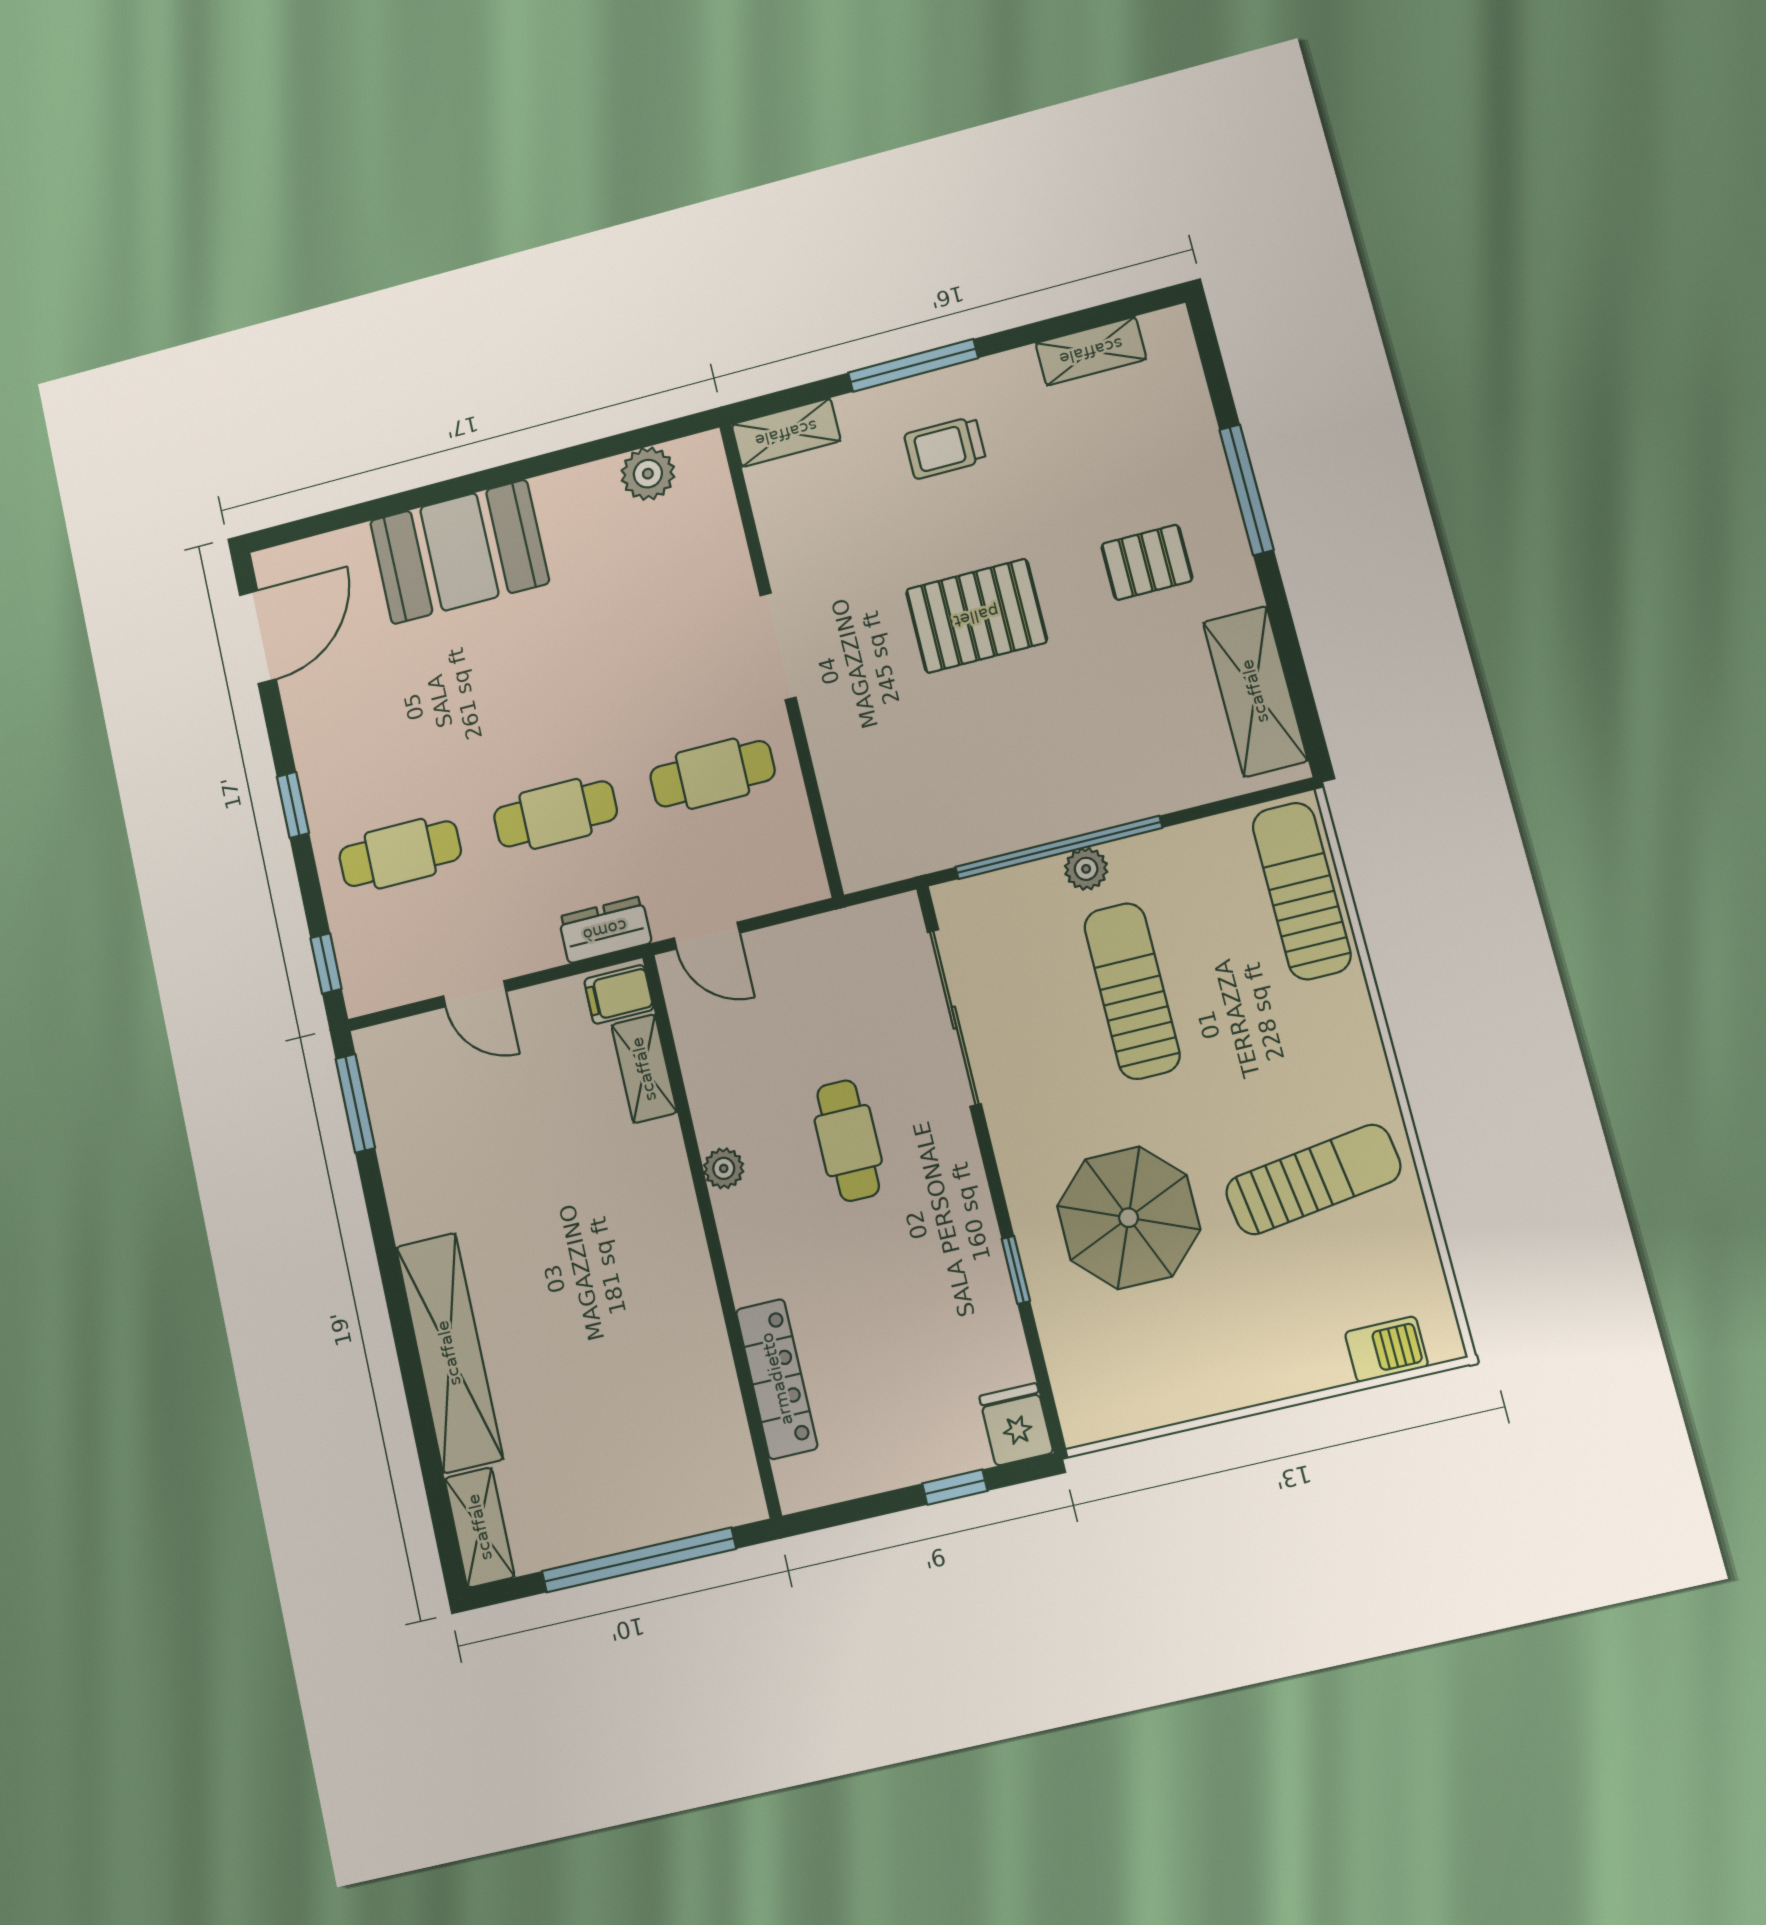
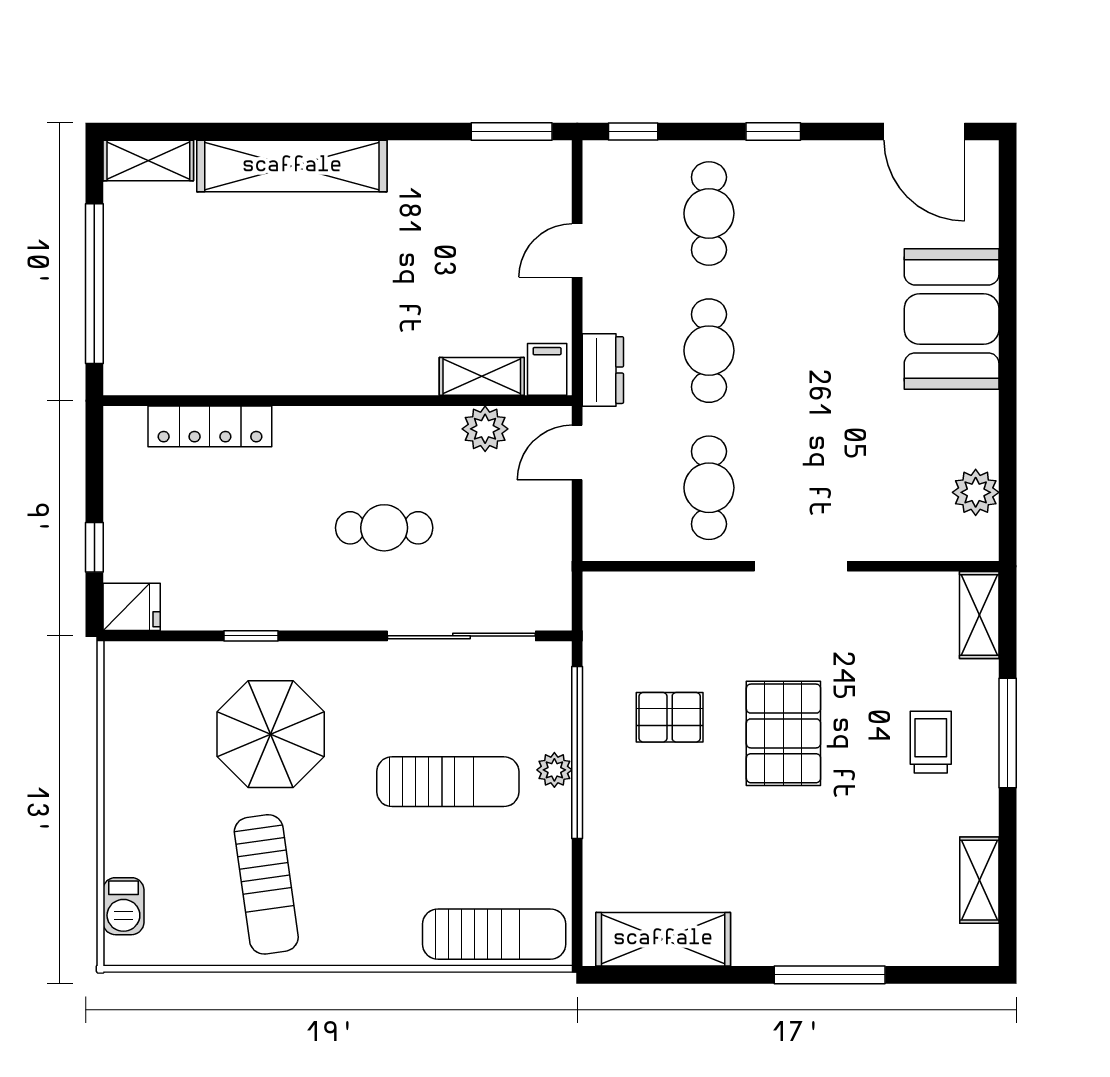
pallet: (1147, 562) -> (670, 717), moved, turned 90
plant: (724, 1168) -> (485, 429), moved, width x1.38, depth x1.38

